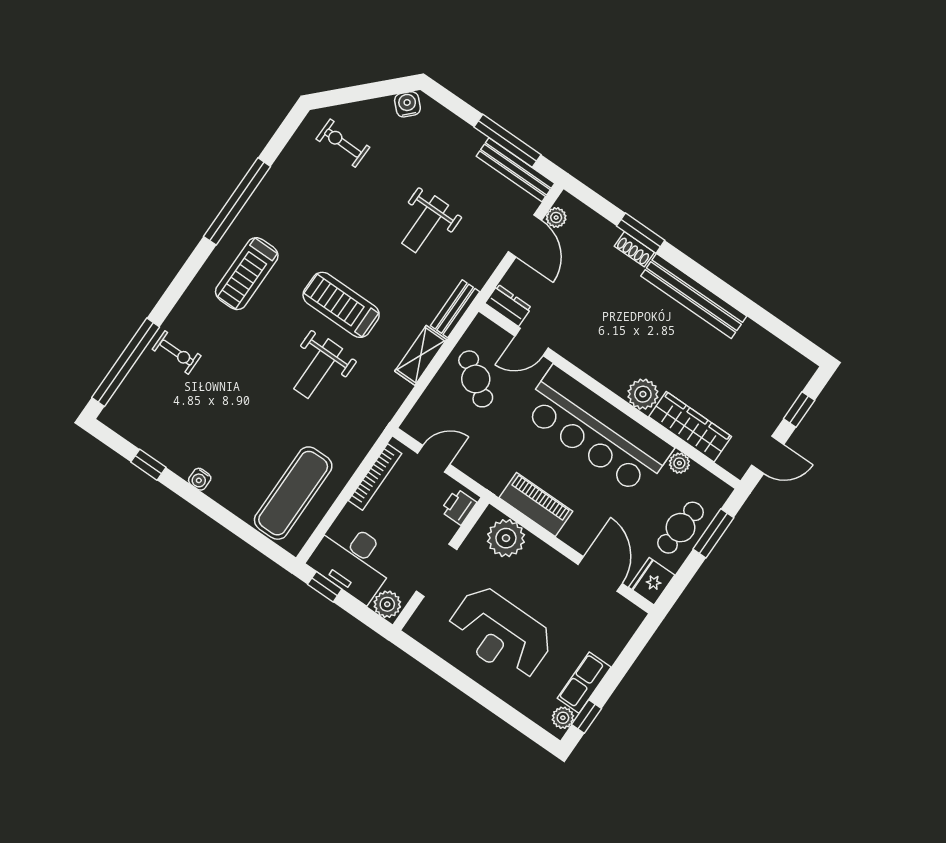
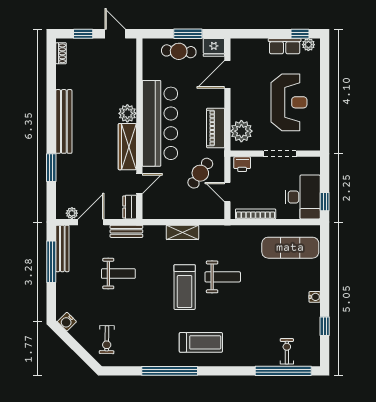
shoe rack: (634, 249) -> (61, 53), moved
bench: (455, 309) -> (126, 231), moved
door: (532, 342) -> (139, 184), hinge flipped
exercise bike: (177, 352) -> (287, 351), moved
cafe table: (476, 379) -> (200, 173), moved
wardrobe: (690, 427) -> (127, 147), moved
plant: (679, 463) -> (148, 73), removed
window: (713, 533) -> (188, 34), moved
plant: (387, 604) -> (312, 166), removed

